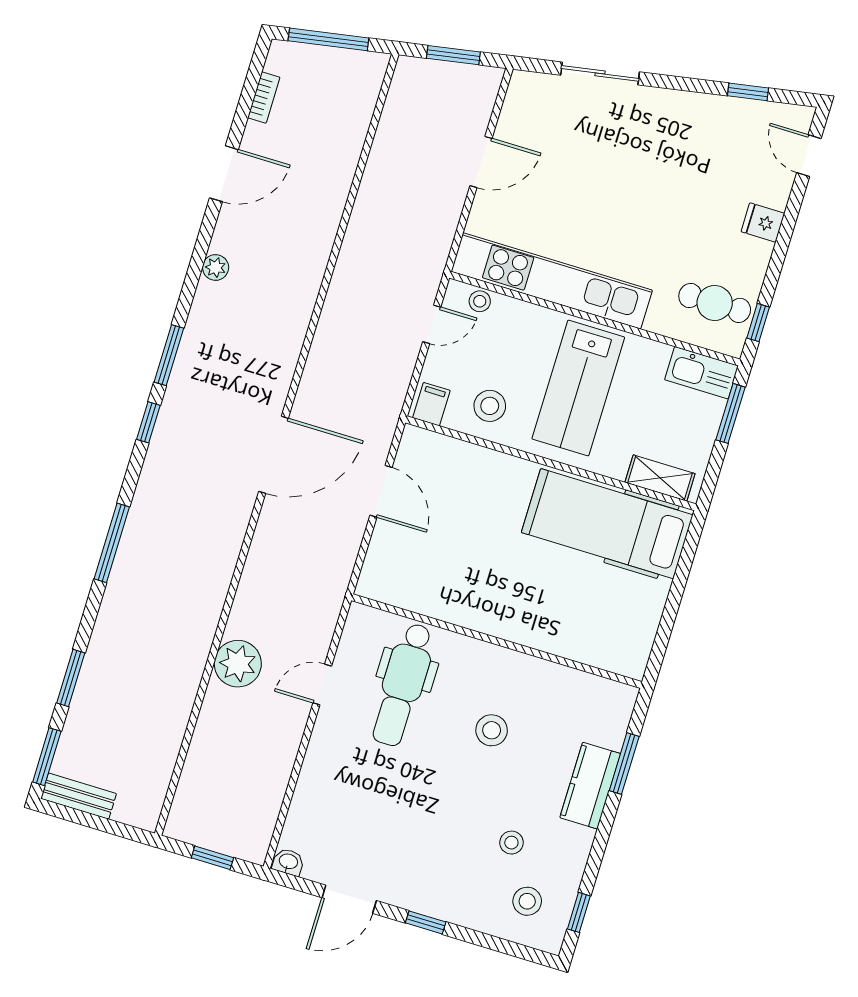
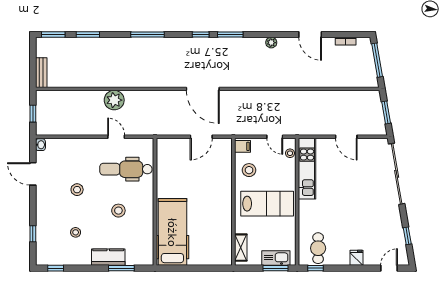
sliding door: (600, 73) -> (397, 174), width x1.86
kitchen unit: (552, 281) -> (307, 169), width x0.73
kitchen sink: (701, 373) -> (276, 258), moved, turned 90
lab bench: (578, 388) -> (267, 204), turned 180
hospital bed: (607, 524) -> (172, 232), moved
bench: (79, 796) -> (41, 73), moved
stool: (527, 901) -> (77, 190), moved
window: (426, 922) -> (33, 234), moved

